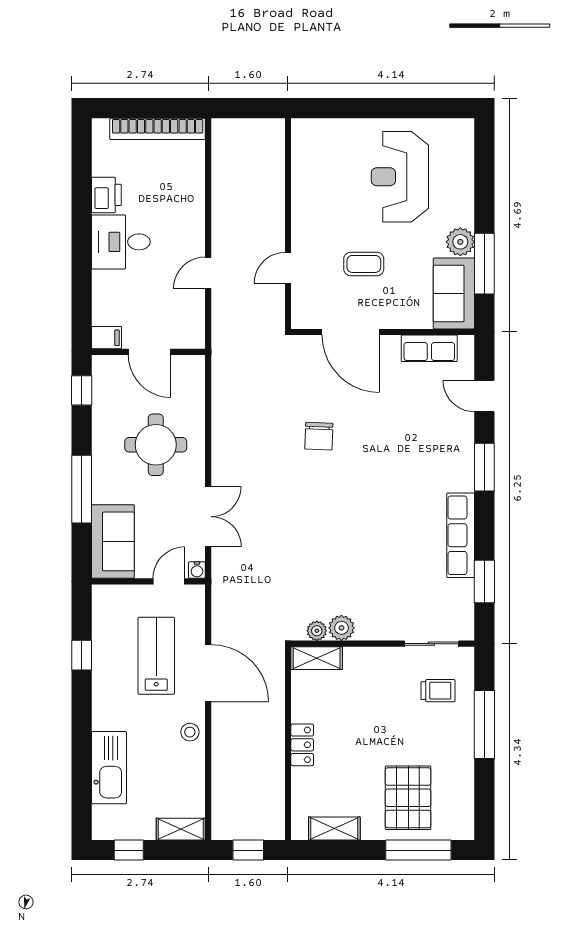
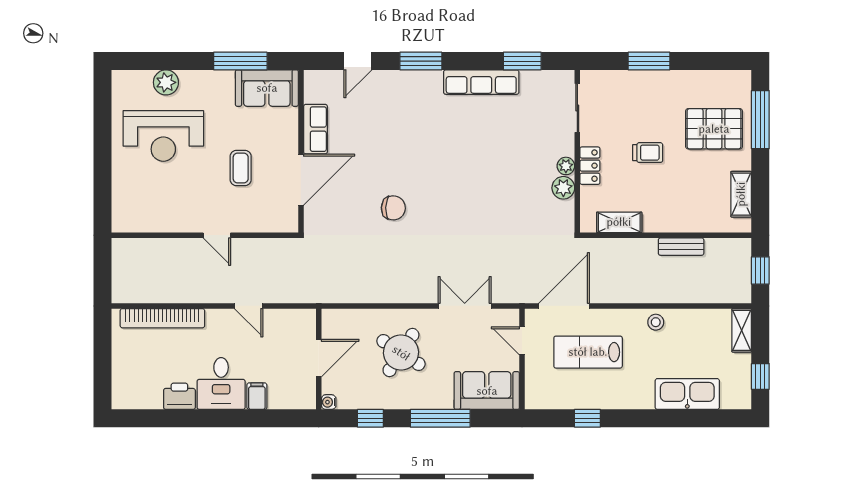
bookcase: (158, 129) -> (162, 318), moved, turned 90
plant: (460, 242) -> (166, 82), moved
door: (288, 268) -> (217, 235), moved
filing cabinet: (107, 338) -> (257, 396), moved
row of seats: (429, 348) -> (315, 129), moved
window: (82, 390) -> (370, 418), moved
round table: (156, 445) -> (401, 353), turned 33
water cooler: (197, 570) -> (329, 402), moved, turned 180
plant: (317, 631) -> (566, 166), moved
shelving: (317, 658) -> (619, 222), moved, turned 90
door: (208, 673) -> (564, 306), moved
trolley: (438, 691) -> (648, 153), moved, turned 90
window: (484, 724) -> (649, 61), width x0.69
locker: (302, 745) -> (590, 166), moved, turned 90
bench: (275, 761) -> (681, 247), added

